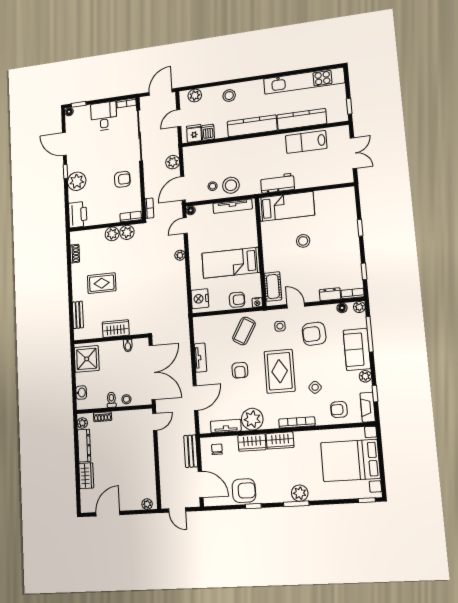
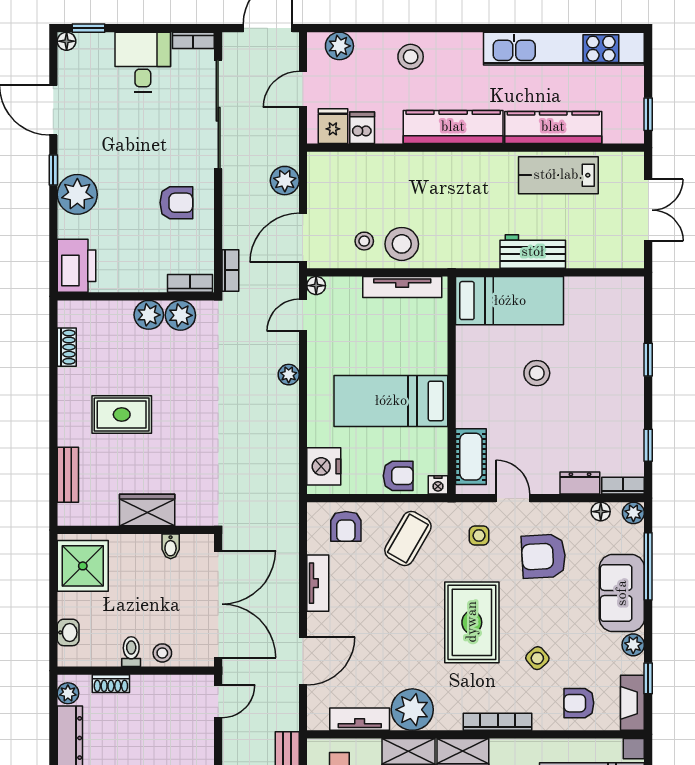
workbench: (277, 183) -> (533, 252), moved
armchair: (240, 370) -> (346, 526), moved

